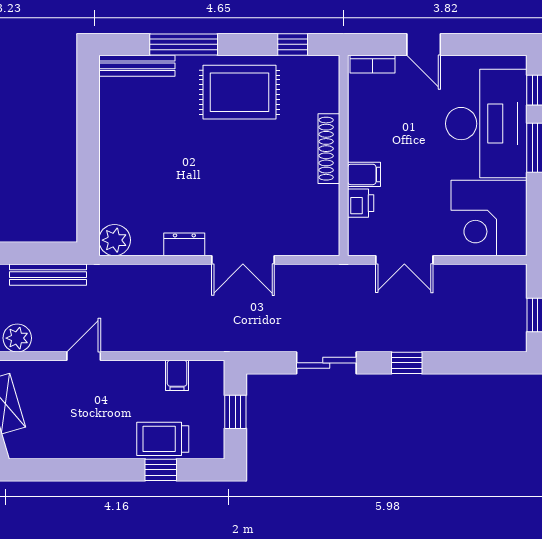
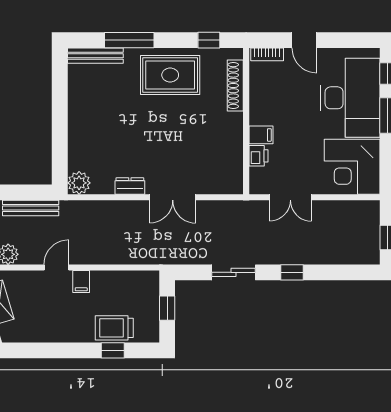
shoe rack: (329, 149) -> (235, 86), moved
filing cabinet: (177, 375) -> (81, 282), moved

